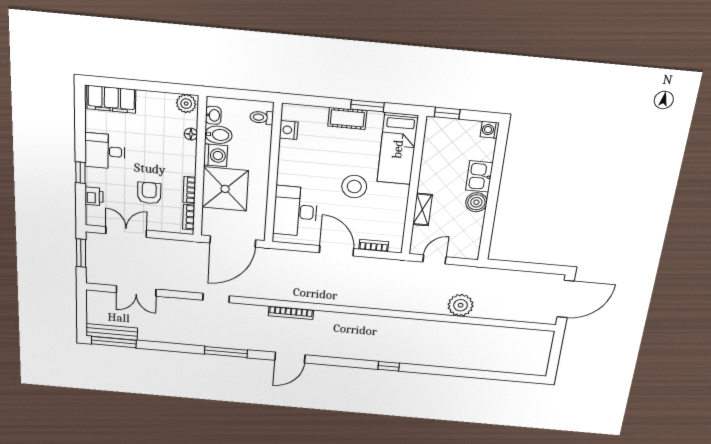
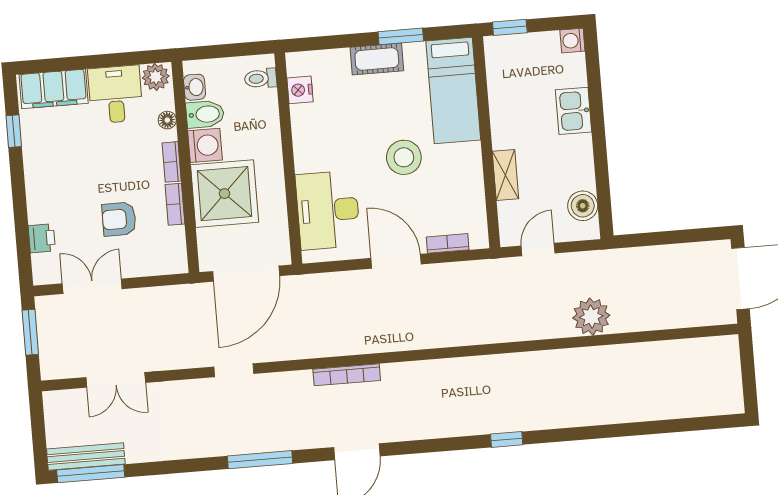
desk: (105, 151) -> (115, 94), moved, turned 90
window: (80, 173) -> (14, 131), moved
armchair: (149, 193) -> (119, 219), turned -90
boiler: (476, 202) -> (583, 206), moved
bookcase: (189, 217) -> (172, 162), moved

